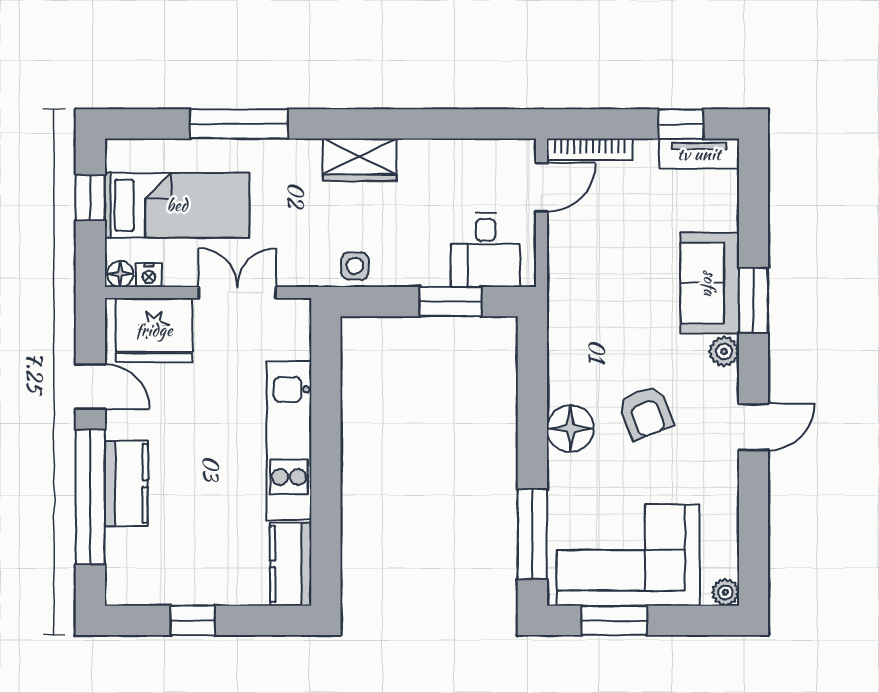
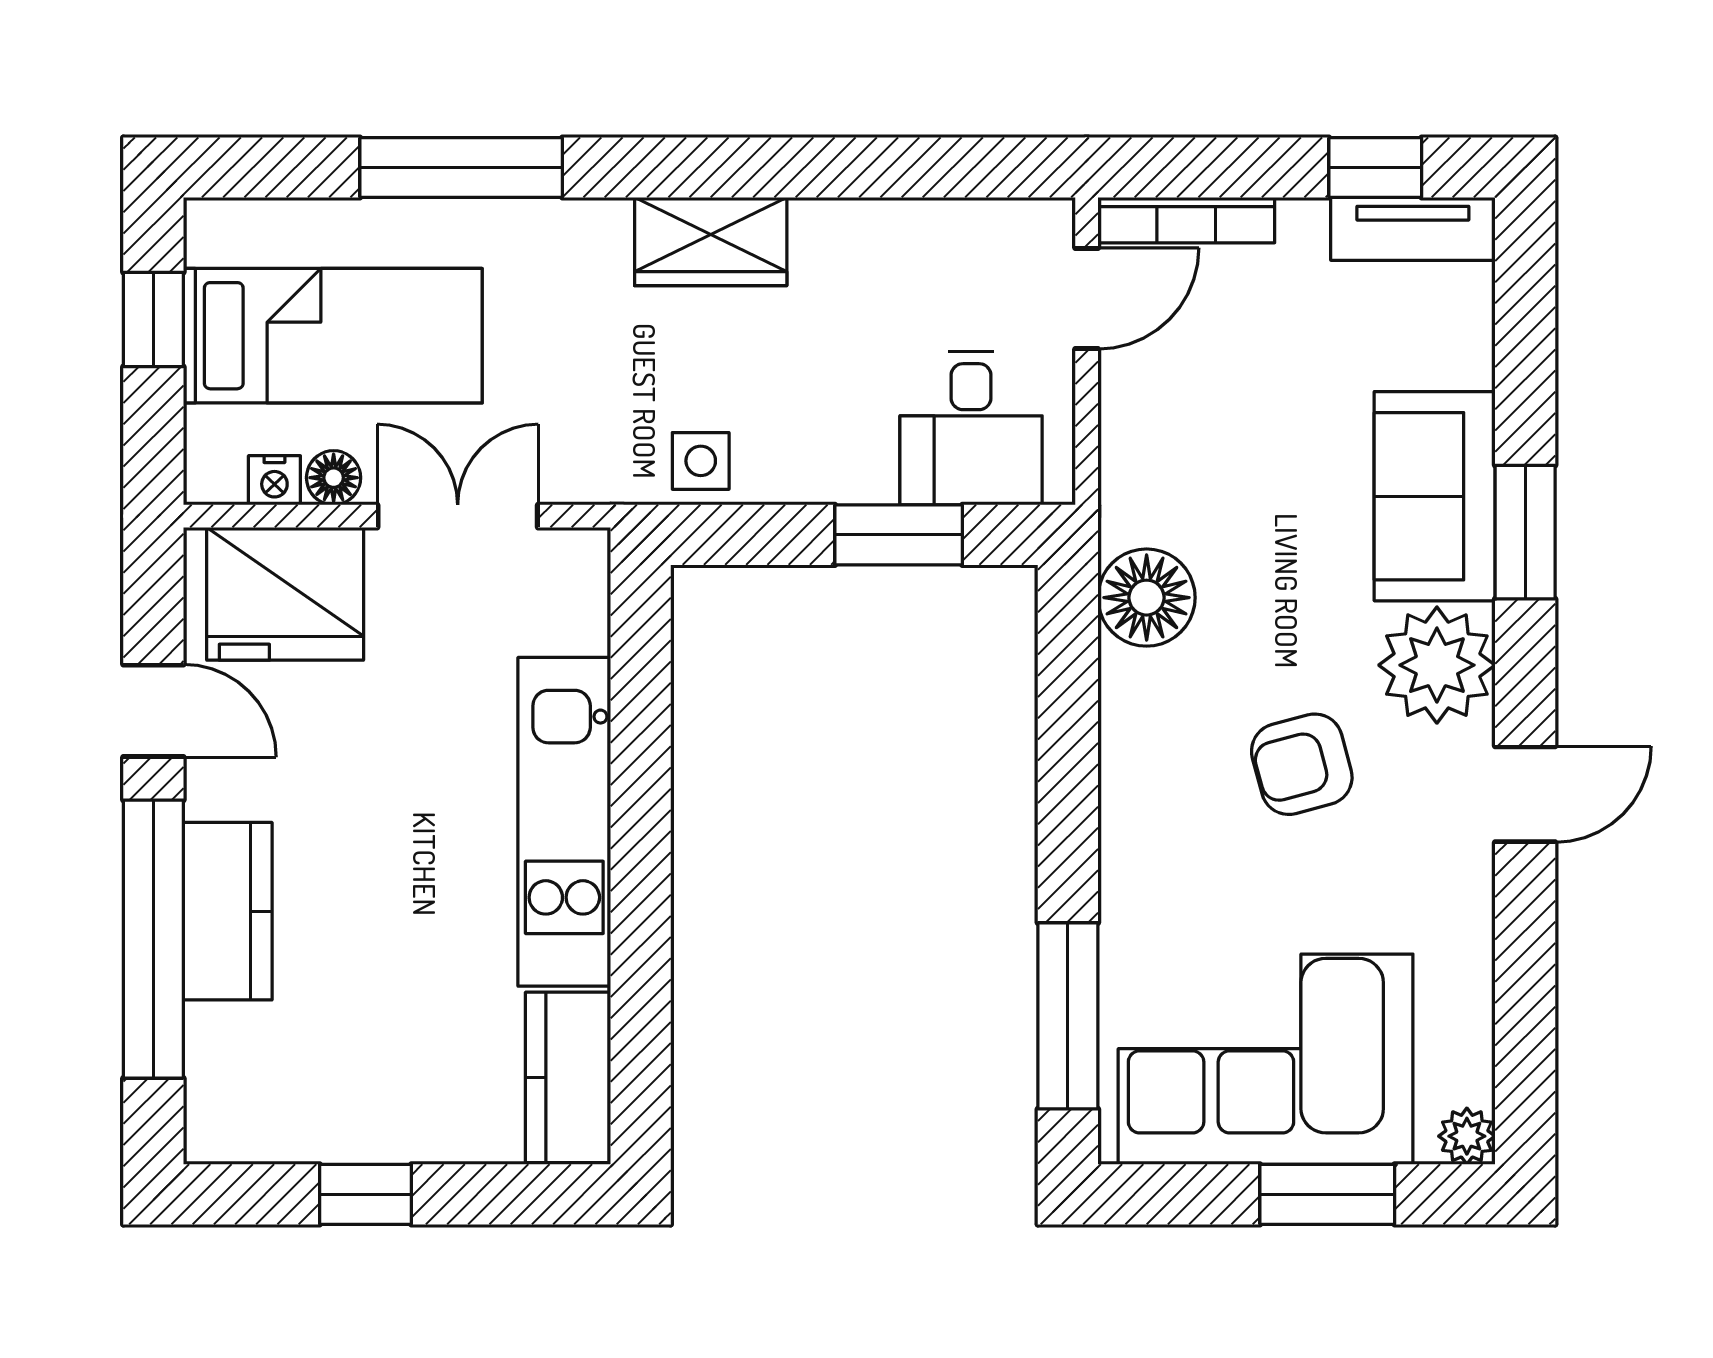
floor lamp: (120, 274) -> (334, 478), moved
plant: (724, 351) -> (1437, 665), width x1.88, depth x1.88
armchair: (646, 412) -> (1302, 764), turned 97
floor lamp: (570, 429) -> (1147, 598), moved
window: (614, 620) -> (1327, 1194), moved

